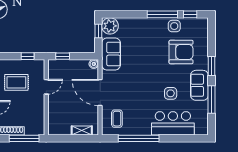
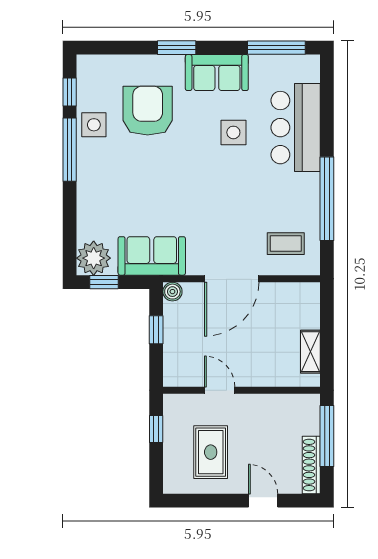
window: (63, 56) -> (156, 330), moved
window: (211, 99) -> (276, 48), moved
shelving: (82, 130) -> (310, 352), moved

